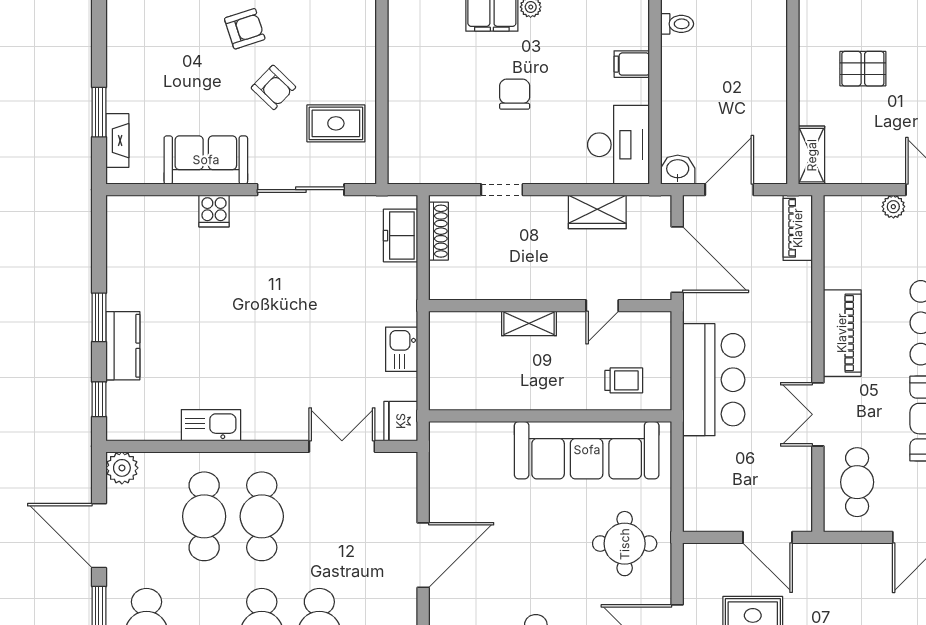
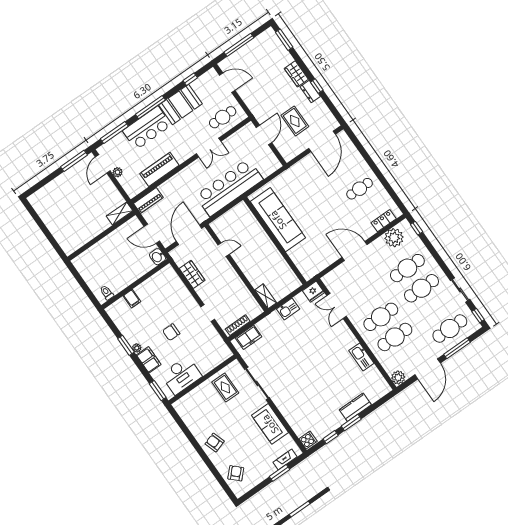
pallet: (863, 69) -> (77, 217), removed
armchair: (273, 87) -> (236, 473), moved
desk: (619, 145) -> (181, 375), moved, turned 180
cooker: (214, 211) -> (308, 440), moved
shelving: (529, 323) -> (266, 296), moved
piano: (842, 333) -> (159, 169), moved
trolley: (624, 380) -> (244, 224), removed
bar counter: (714, 380) -> (229, 187), width x1.36
window: (99, 399) -> (331, 437), moved
round table: (625, 544) -> (301, 183), removed

